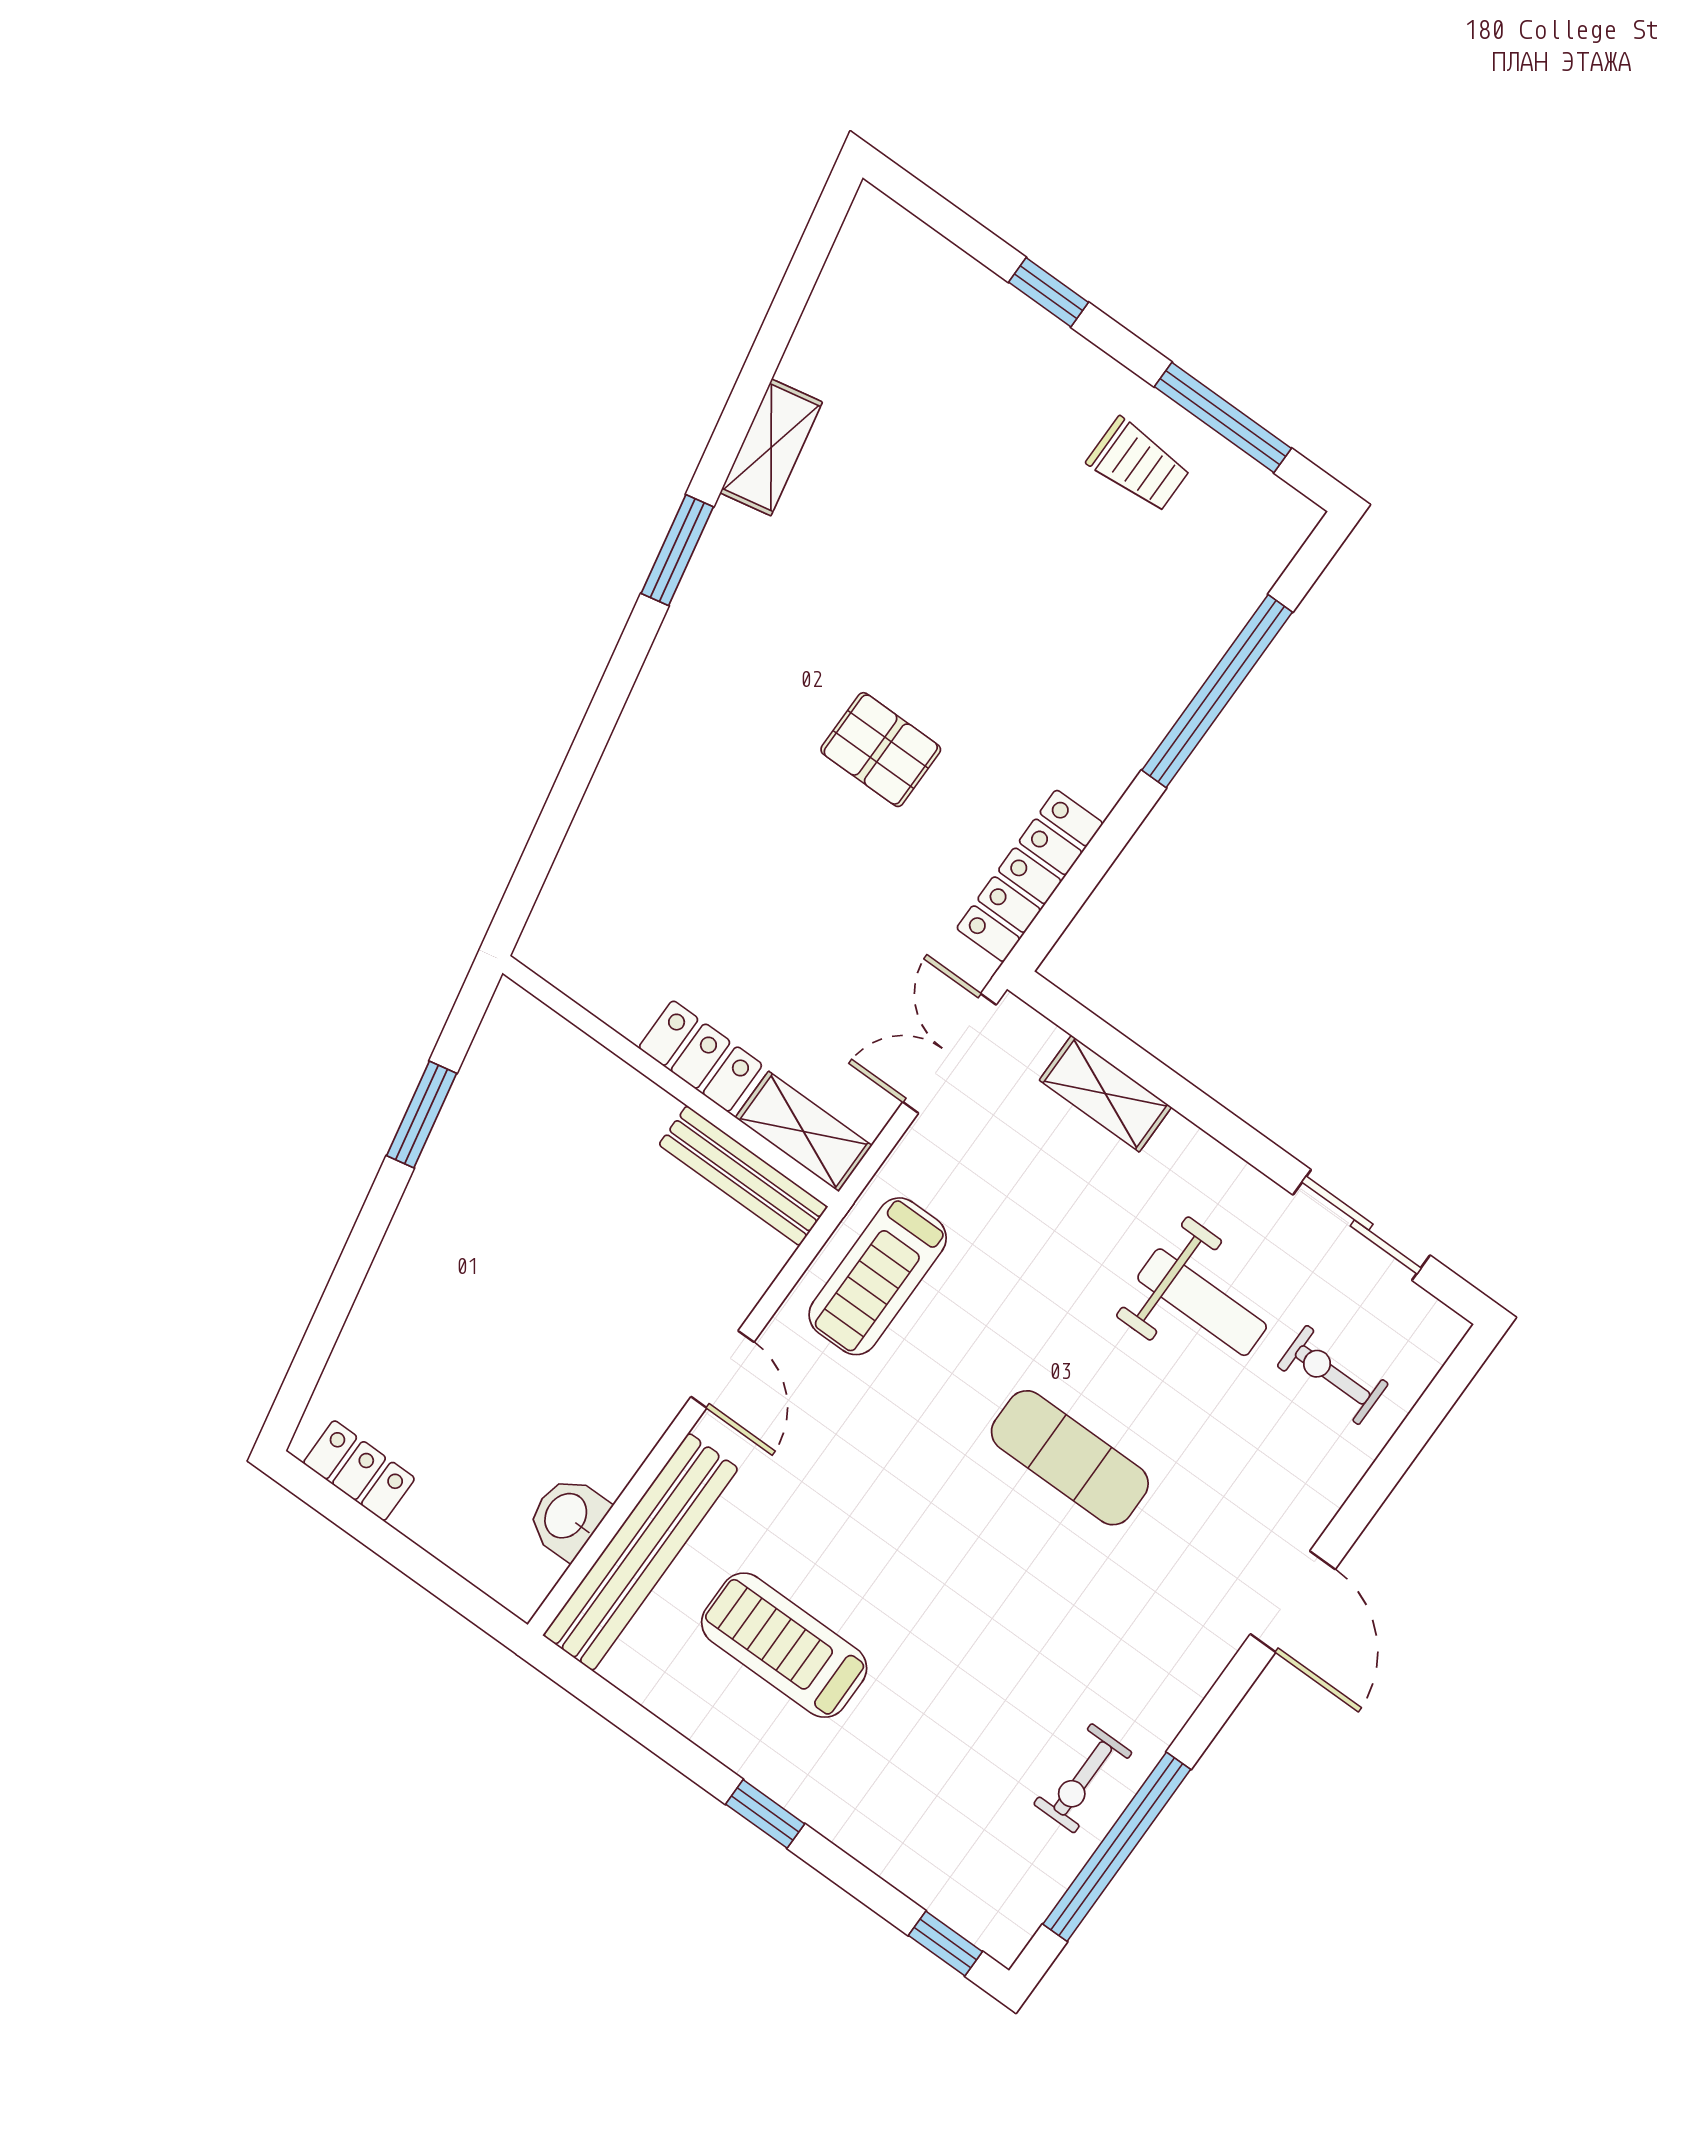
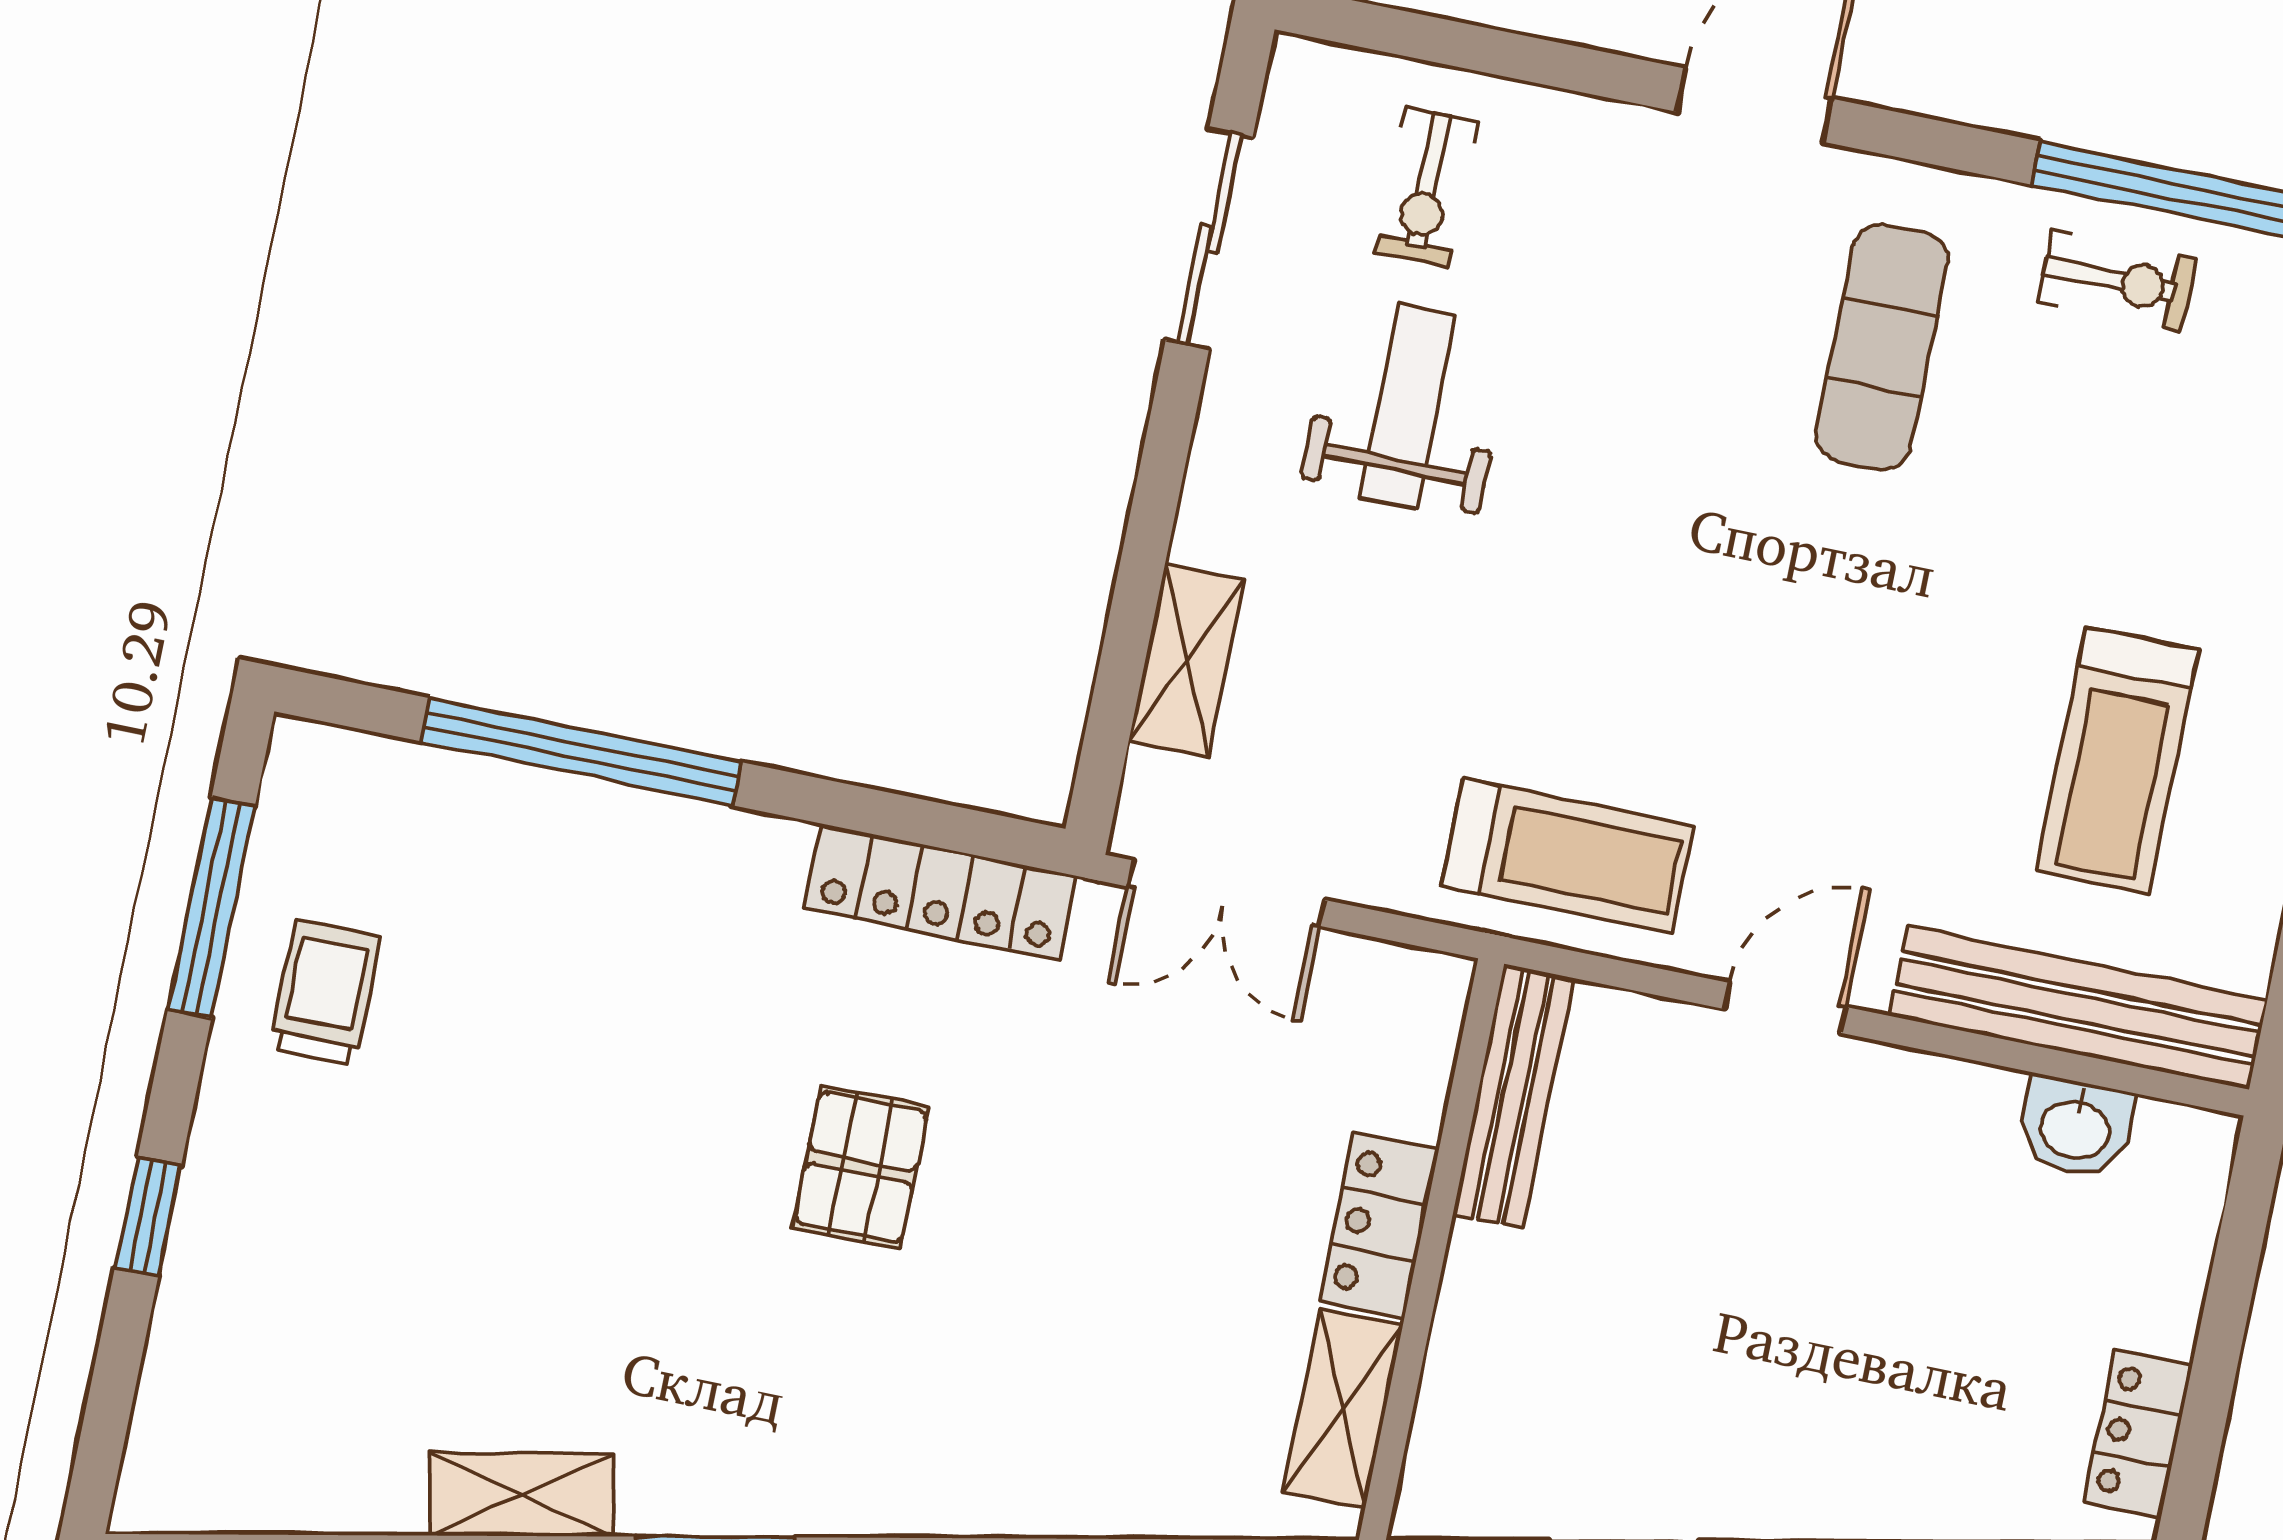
shelving: (804, 1132) -> (1343, 1409), moved
exercise mat: (1070, 1458) -> (1882, 347), moved

